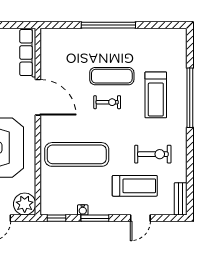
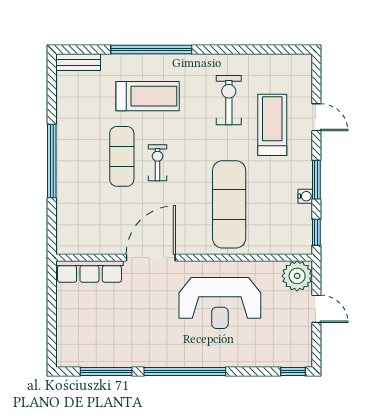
bench: (181, 199) -> (78, 62), moved

